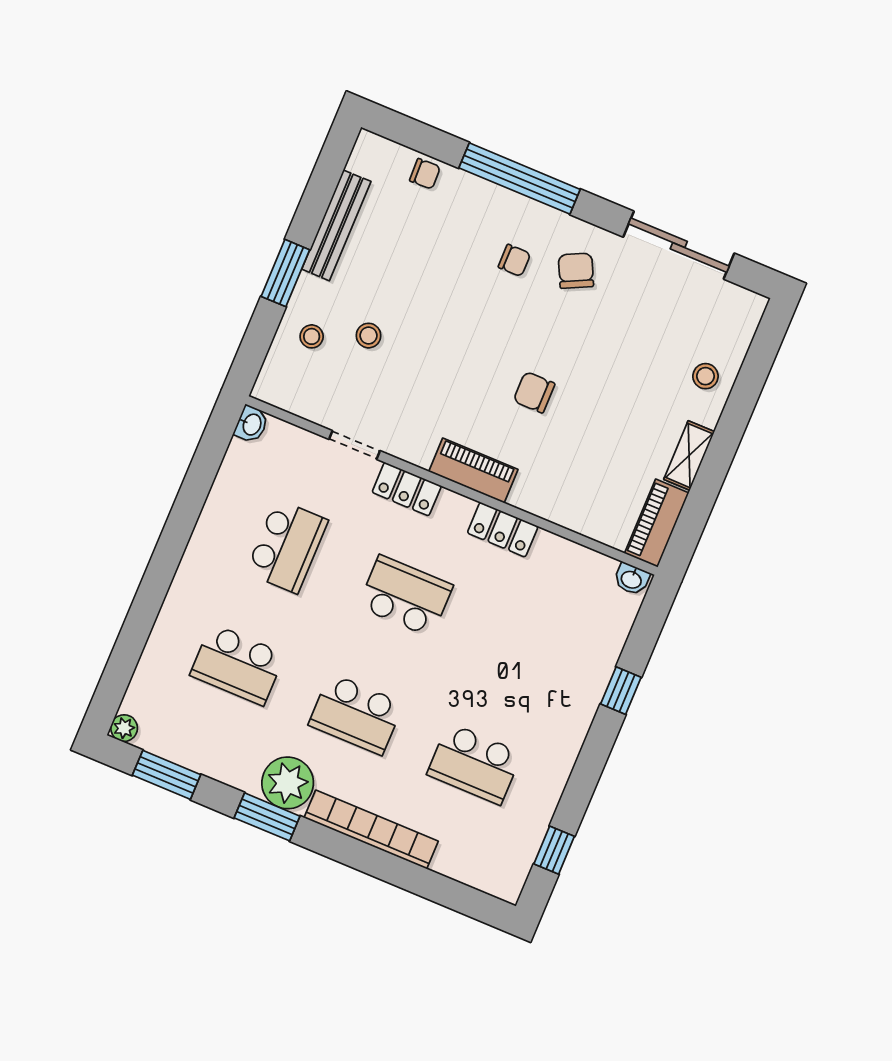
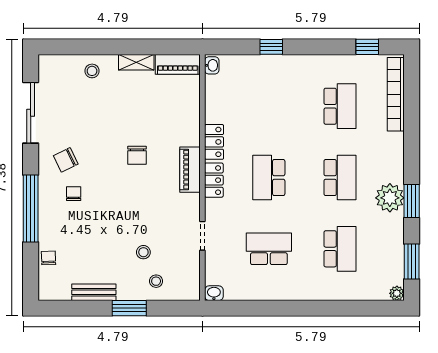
bench: (336, 225) -> (94, 292), width x0.73
locker: (407, 489) -> (214, 180), moved
bookcase: (371, 829) -> (396, 94), moved

